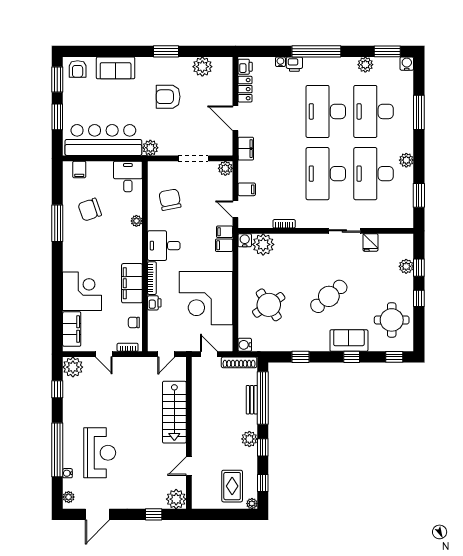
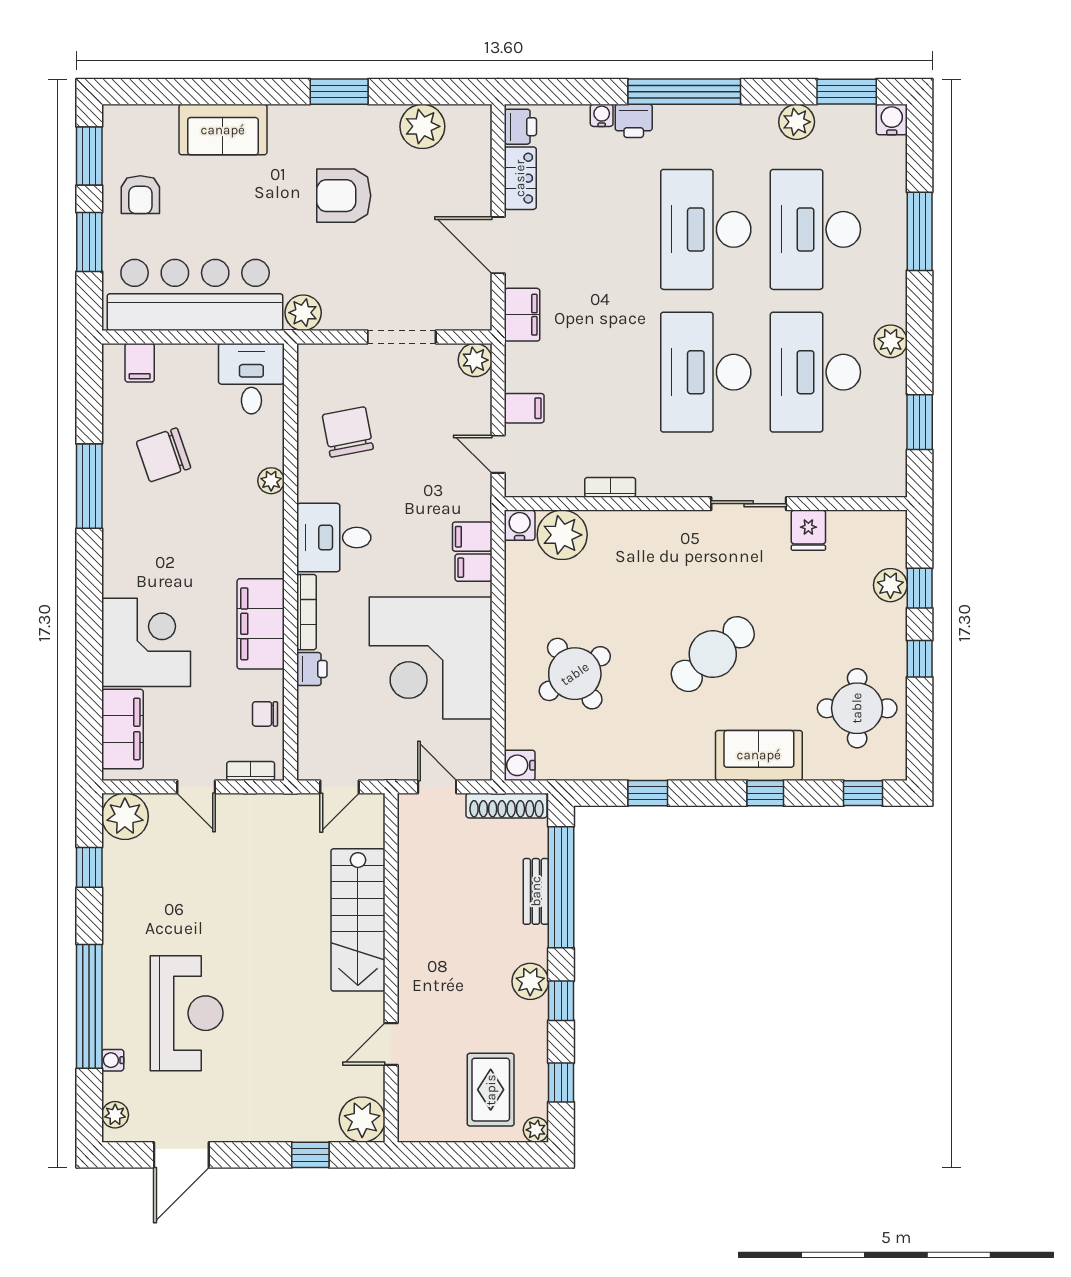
armchair: (78, 69) -> (140, 195), moved
filing cabinet: (225, 232) -> (474, 568), moved

